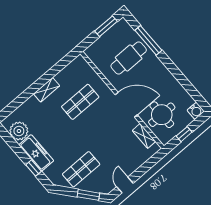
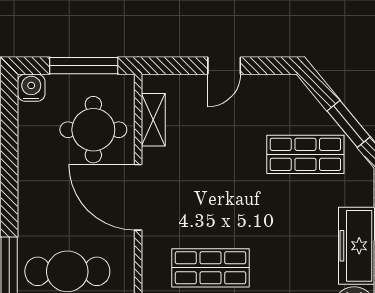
window: (184, 134) -> (84, 66), width x2.17
door: (125, 185) -> (224, 66), moved
window: (88, 195) -> (349, 124), moved

